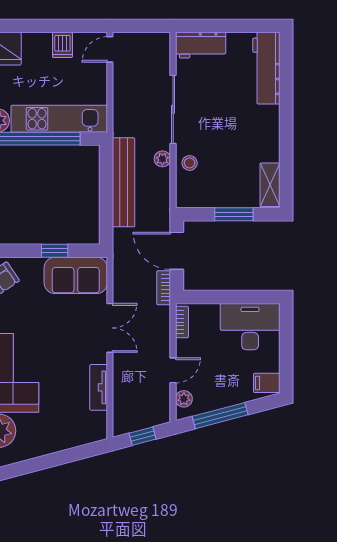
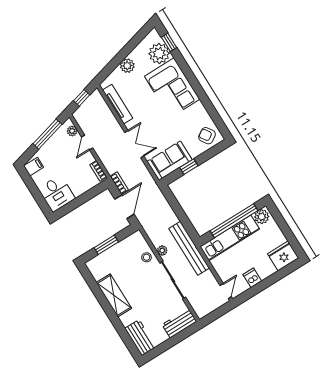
workbench: (266, 68) -> (140, 338), width x0.73
bench: (124, 182) -> (189, 248), moved
shelving: (270, 185) -> (114, 295), moved, width x1.50, depth x1.33
door: (177, 251) -> (124, 207), hinge flipped
desk: (250, 327) -> (57, 193), width x0.73
double door: (110, 328) -> (134, 144), swing flipped
tv unit: (99, 387) -> (118, 104), width x1.41
plant: (53, 441) -> (127, 66), added

